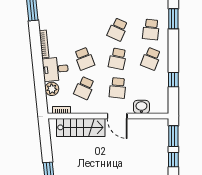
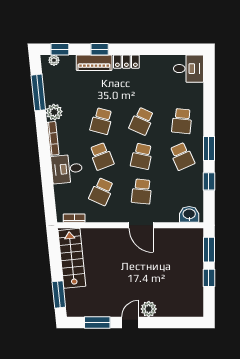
window: (173, 19) -> (209, 148), moved
school desk: (84, 29) -> (101, 121), added
school desk: (151, 59) -> (182, 156), turned -45
plant: (52, 89) -> (54, 112), moved
washbasin: (141, 107) -> (189, 214), moved
stairs: (81, 127) -> (72, 258), moved, turned -96

